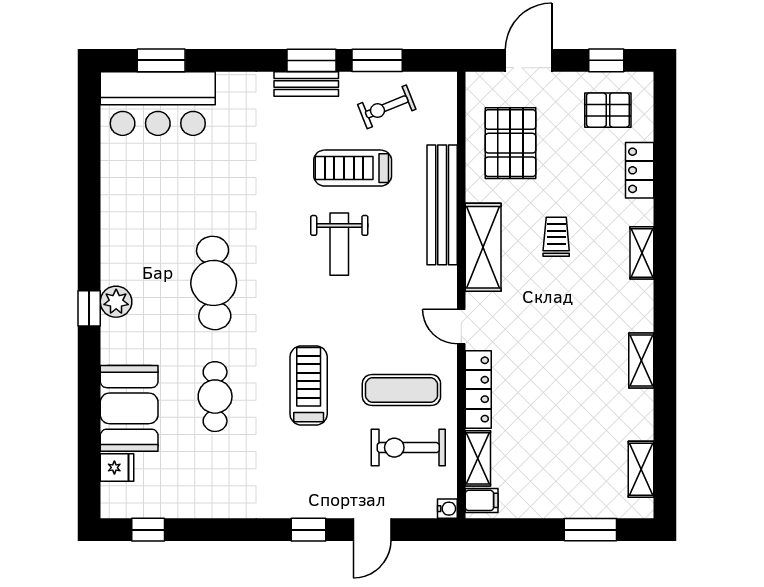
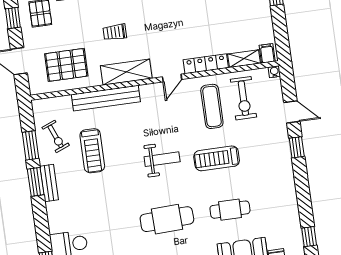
weight bench: (339, 244) -> (162, 159), moved

